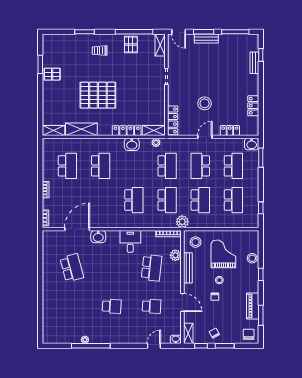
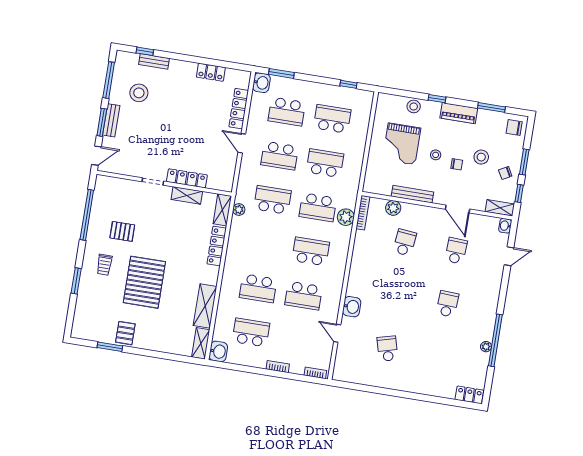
pallet: (131, 45) -> (122, 231), moved
shelving: (160, 45) -> (187, 195), moved
pallet: (98, 95) -> (144, 282), moved
stool: (205, 103) -> (139, 93), moved
locker: (173, 120) -> (187, 178), moved
locker: (230, 130) -> (239, 109), width x1.53
washbasin: (132, 144) -> (218, 351), moved
school desk: (101, 166) -> (258, 288), turned 180
school desk: (233, 166) -> (287, 111), turned 180
school desk: (101, 200) -> (303, 296), added
school desk: (167, 200) -> (318, 207), turned 180
plant: (182, 222) -> (346, 217), moved
door: (77, 229) -> (337, 333), width x0.53
desk: (130, 241) -> (365, 265), removed
stool: (196, 242) -> (481, 157), moved
grand piano: (223, 254) -> (402, 144), turned -90
school desk: (72, 268) -> (387, 349), width x0.54
school desk: (152, 268) -> (405, 242), width x0.54
door: (182, 303) -> (457, 209), swing flipped
piano: (253, 306) -> (459, 113), moved
locker: (48, 333) -> (469, 395), added
door: (154, 346) -> (509, 256), swing flipped

